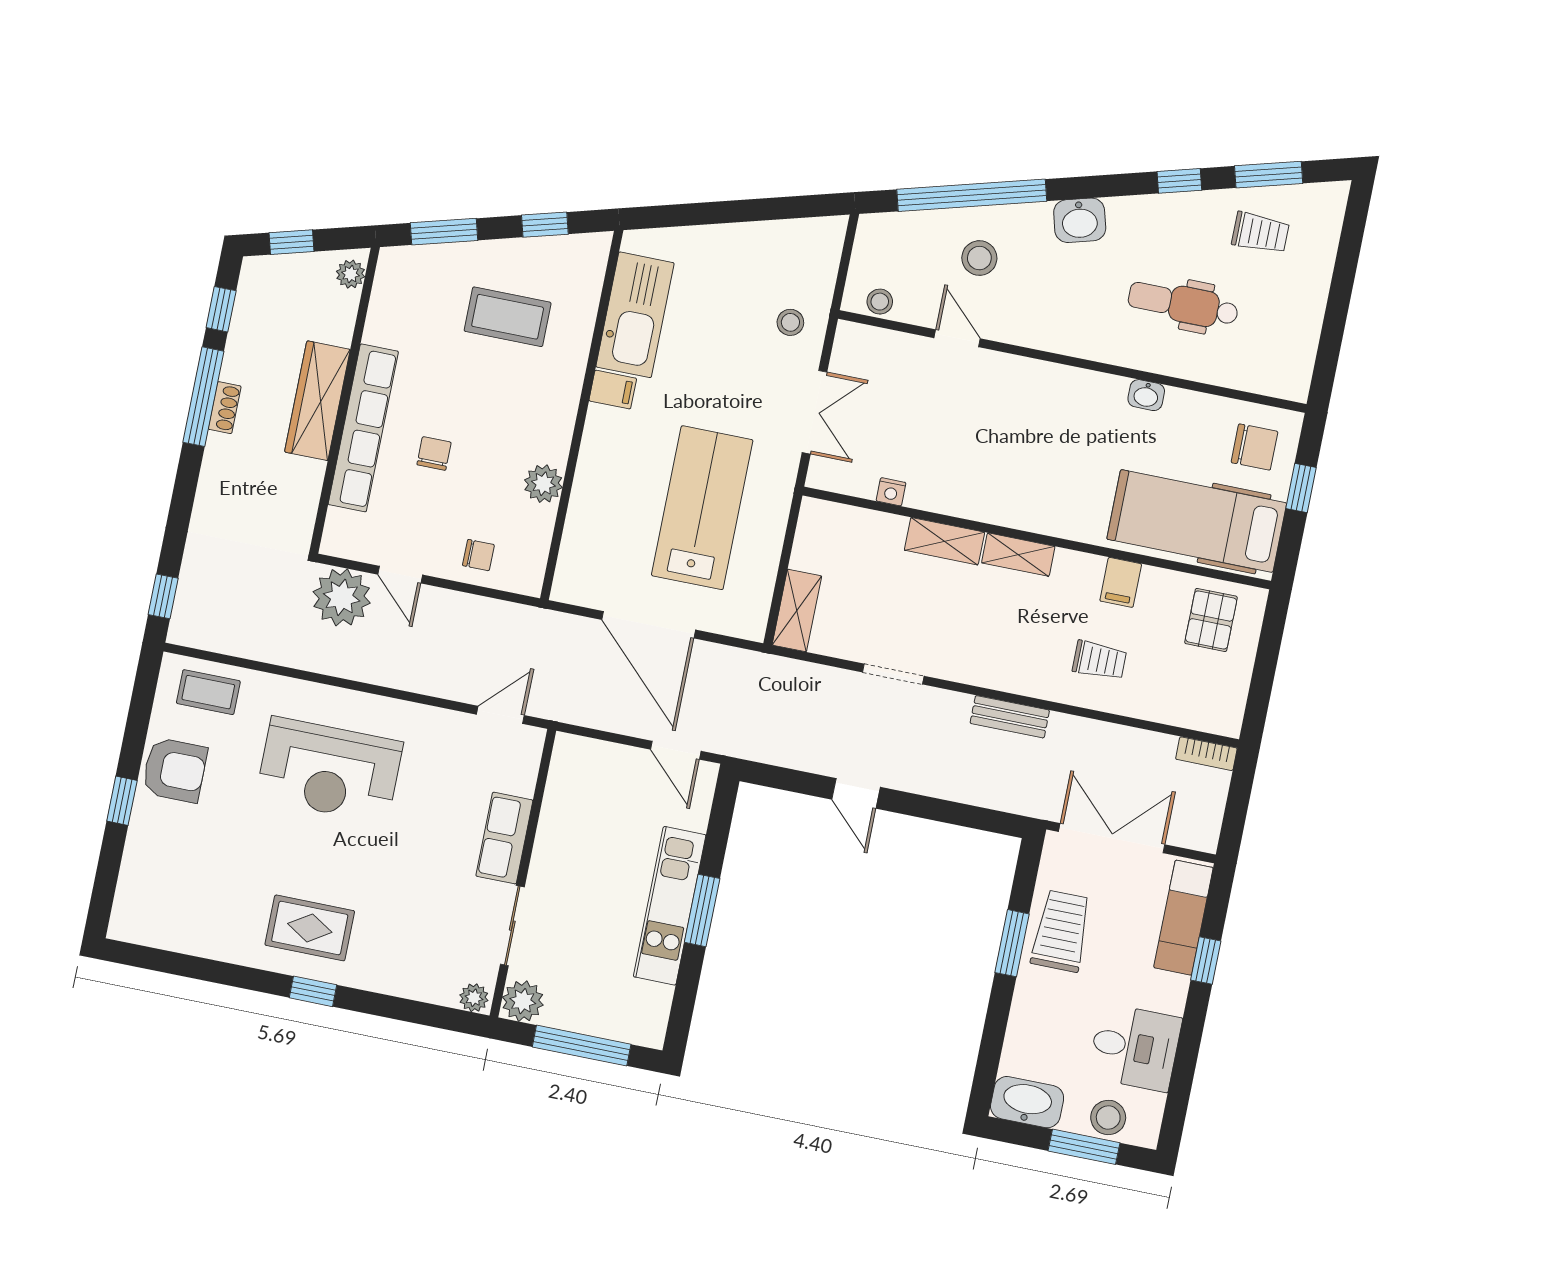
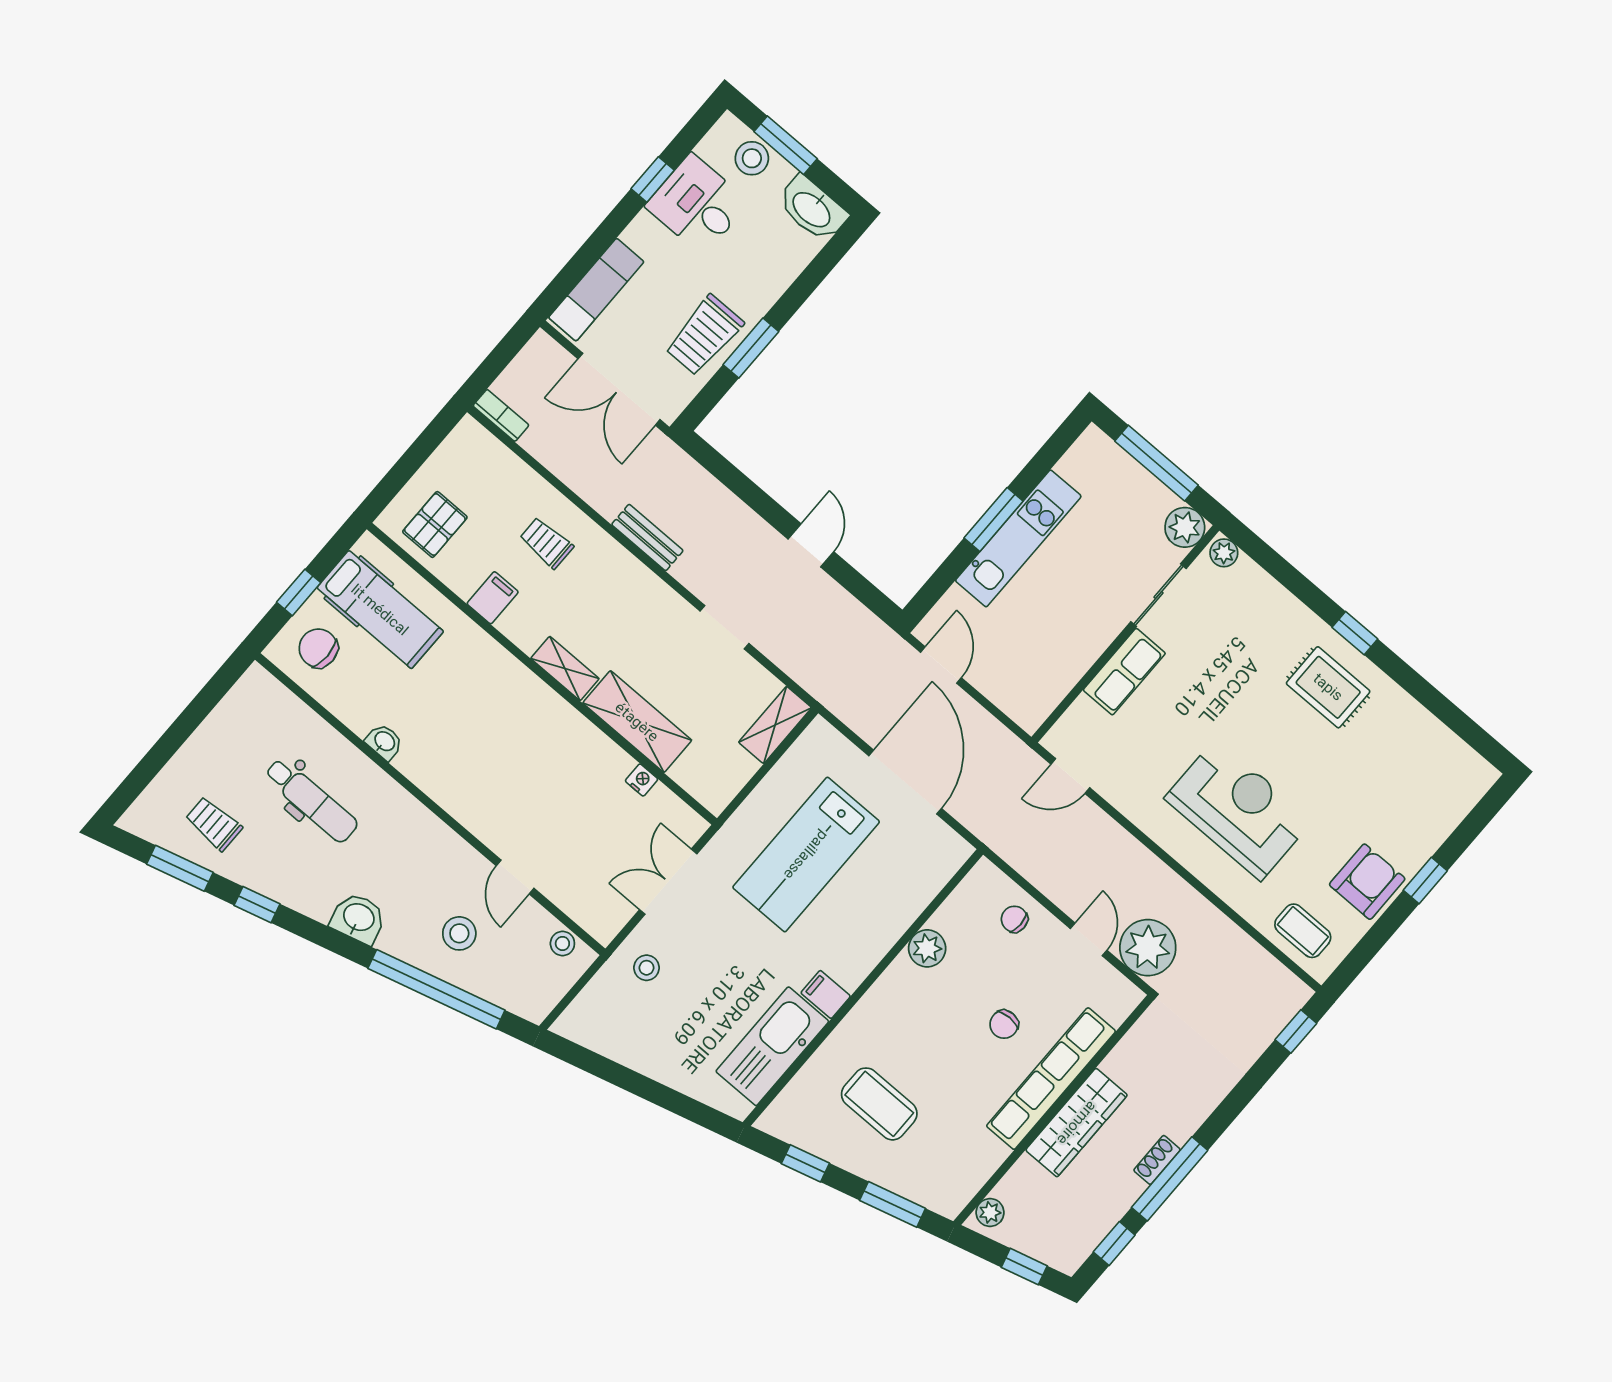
hospital bed: (1197, 521) -> (380, 610), width x0.73, depth x0.78
shelving: (944, 541) -> (637, 722), width x1.50, depth x1.33
armchair: (175, 770) -> (1367, 882), turned 90
window: (1206, 960) -> (653, 179), moved

